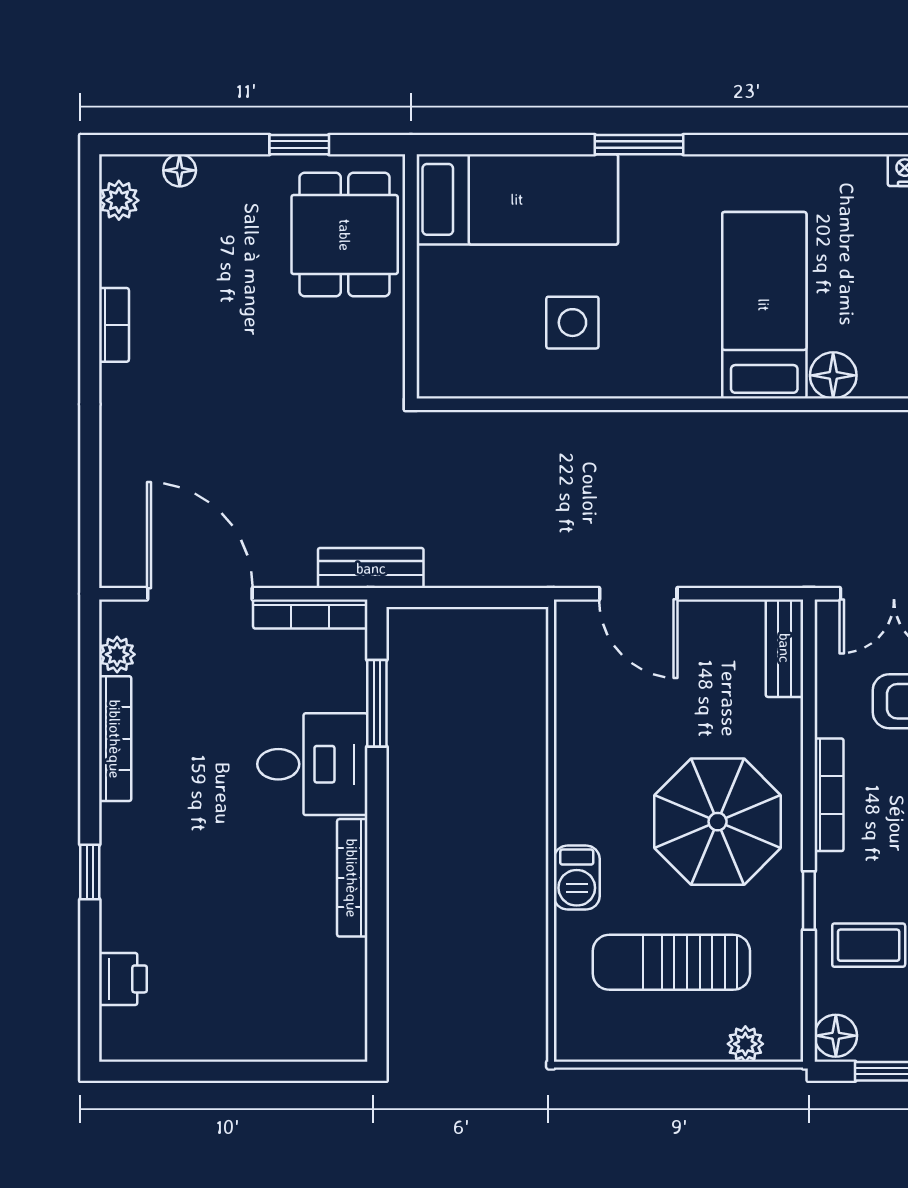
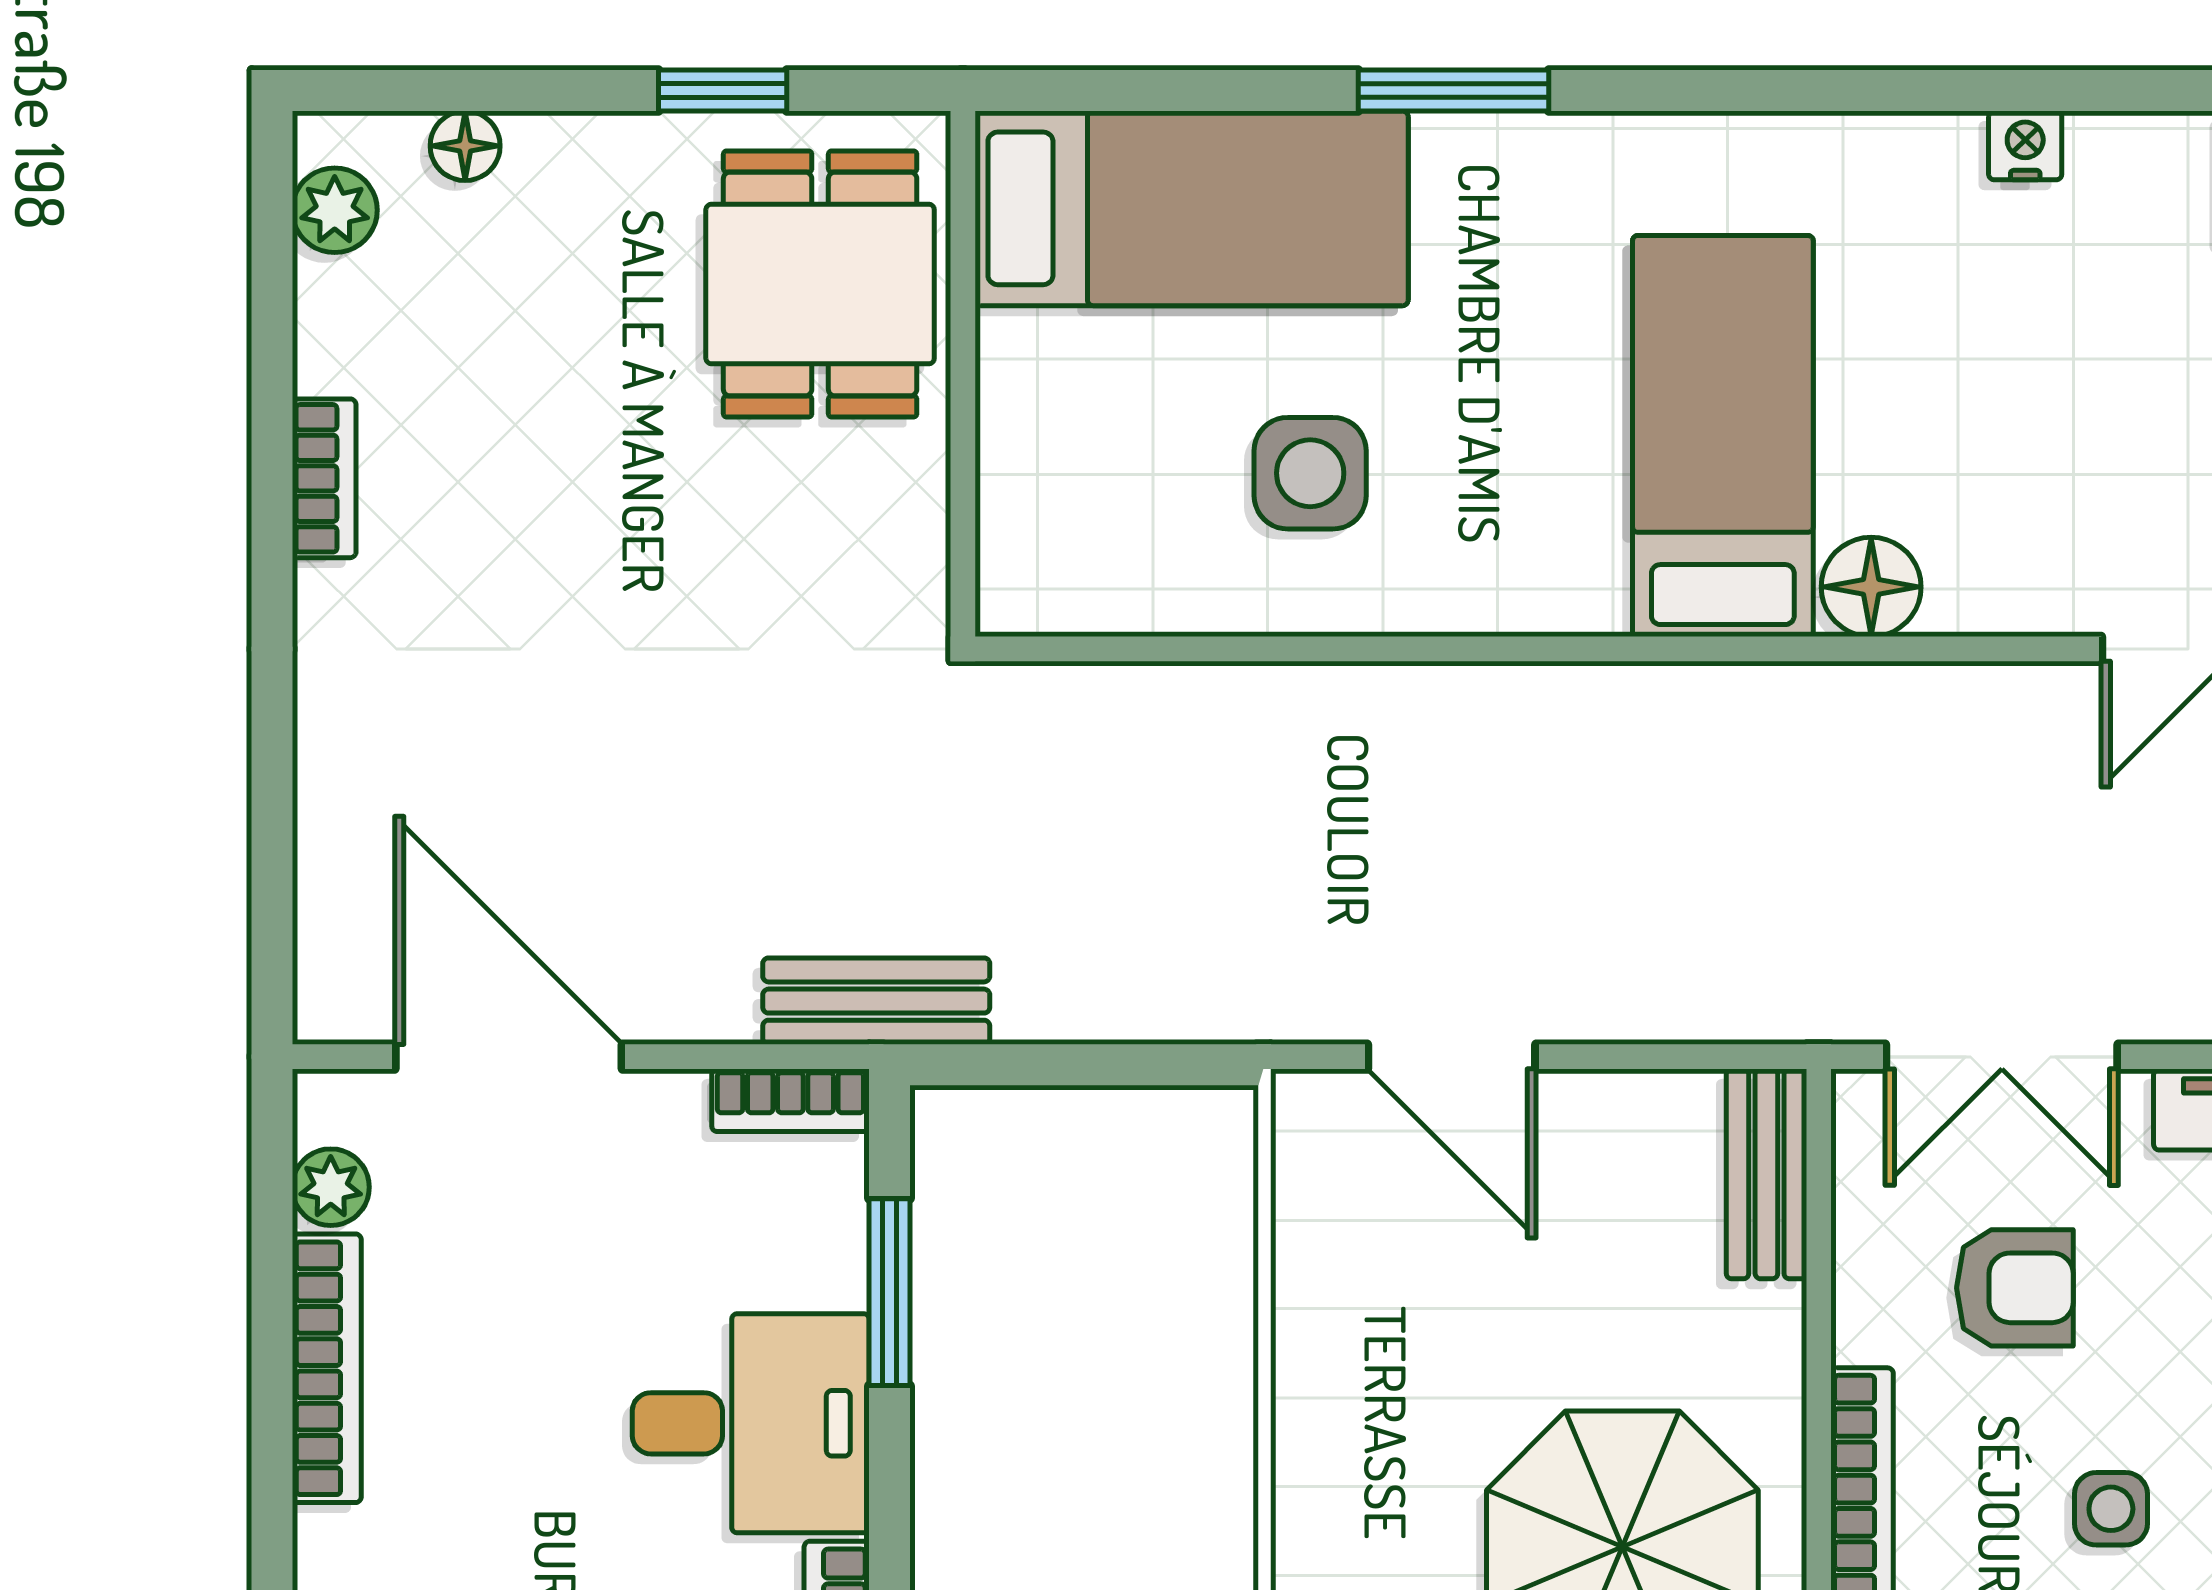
bookcase: (310, 614) -> (790, 1100), width x0.64

